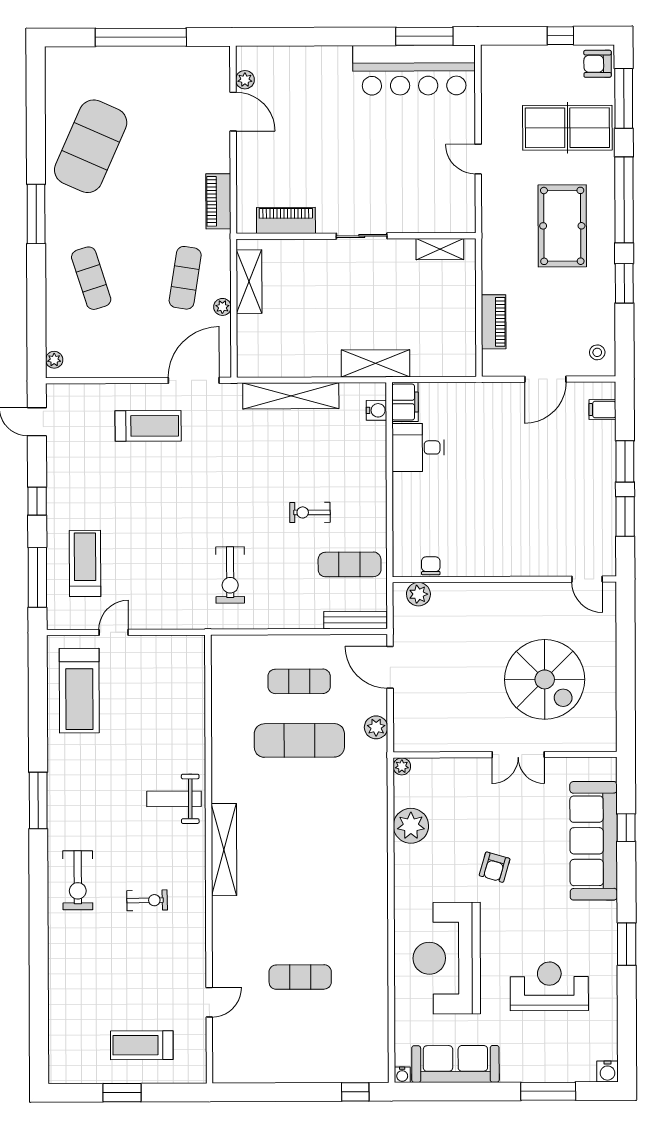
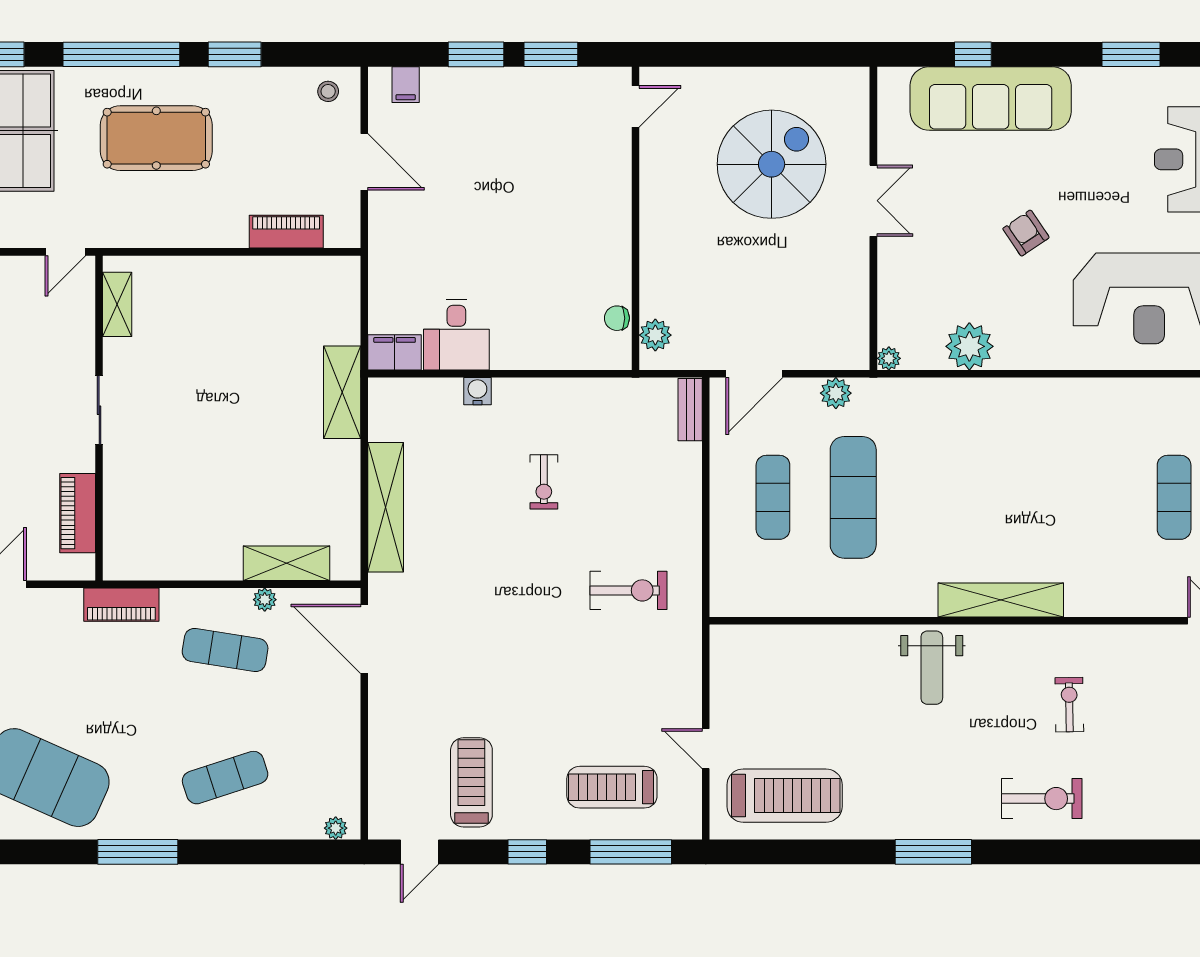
piano: (286, 220) -> (78, 513), moved
wall: (356, 236) -> (99, 418), moved
sliding door: (362, 236) -> (99, 410), moved
shelving: (440, 249) -> (117, 304), moved
shelving: (249, 282) -> (286, 563), moved
water cooler: (376, 410) -> (477, 391), moved
treadmill: (148, 426) -> (471, 782), moved
exercise mat: (350, 564) -> (615, 428), removed
bench: (355, 620) -> (690, 410), width x0.73
armchair: (495, 867) -> (1026, 233), turned -140

